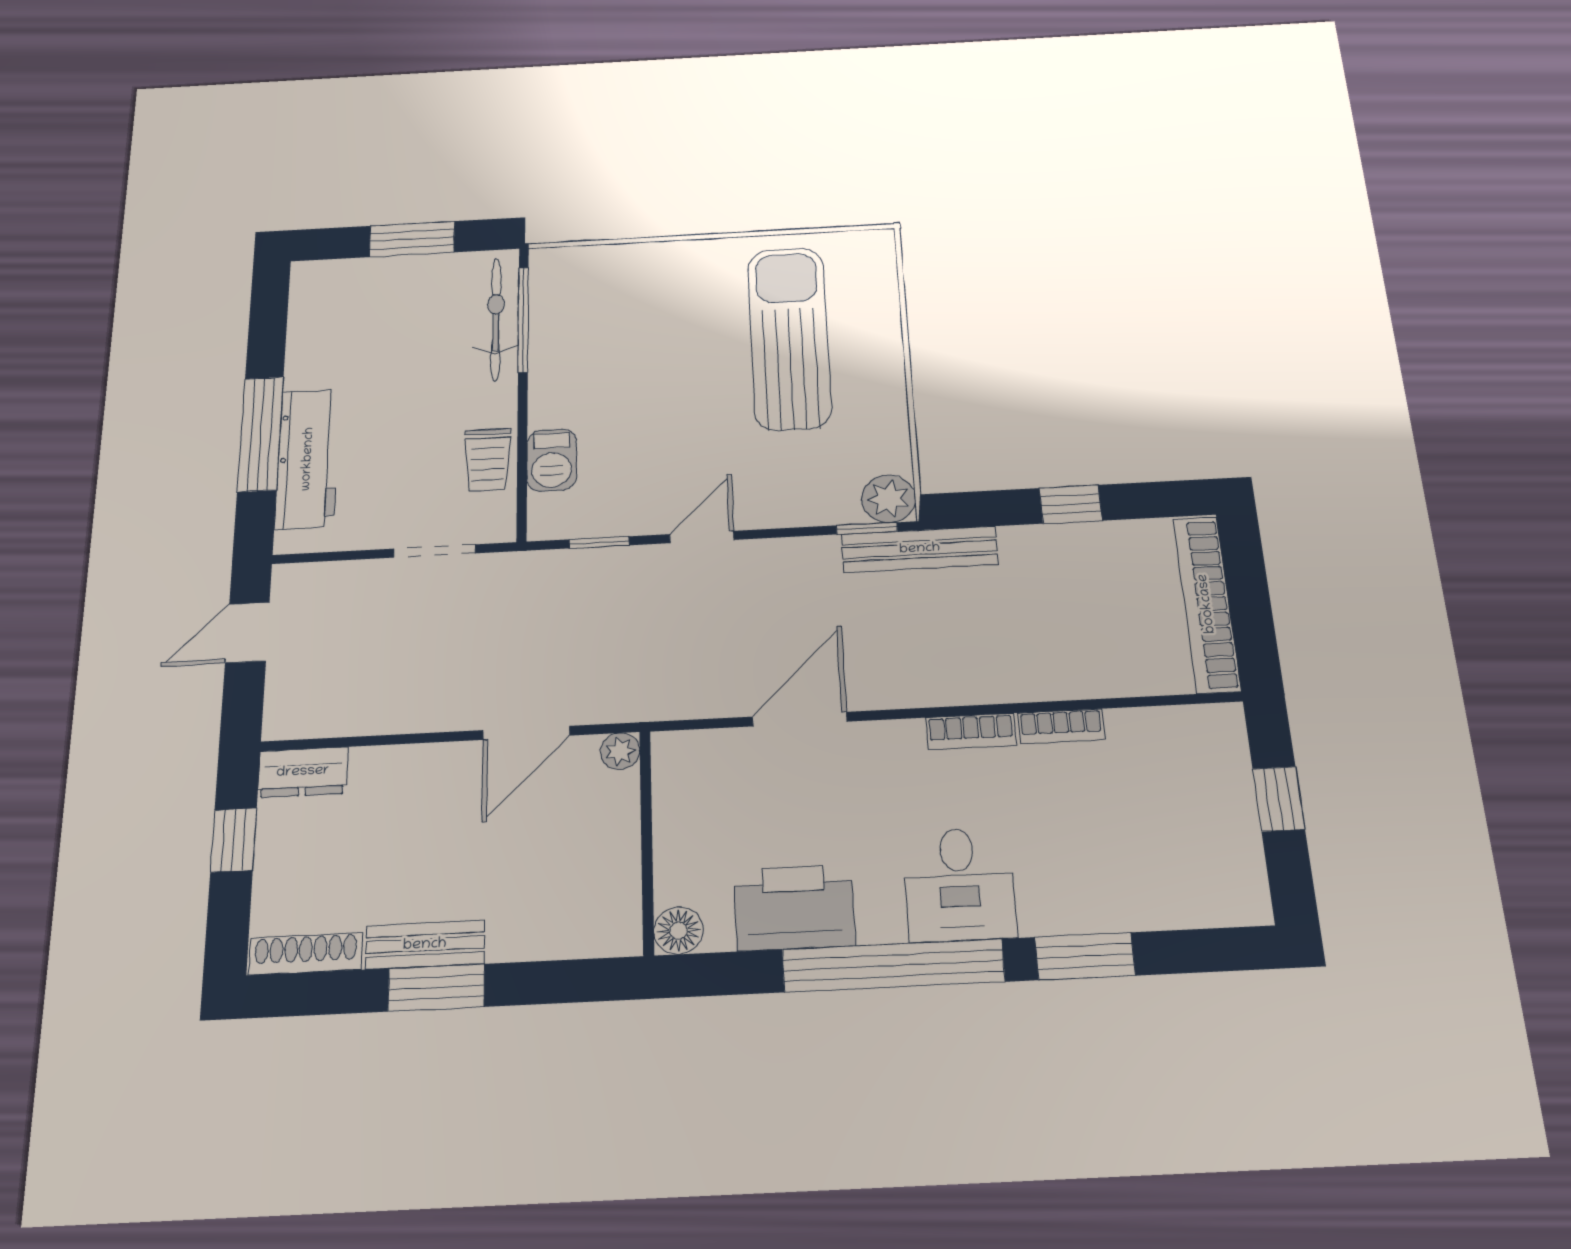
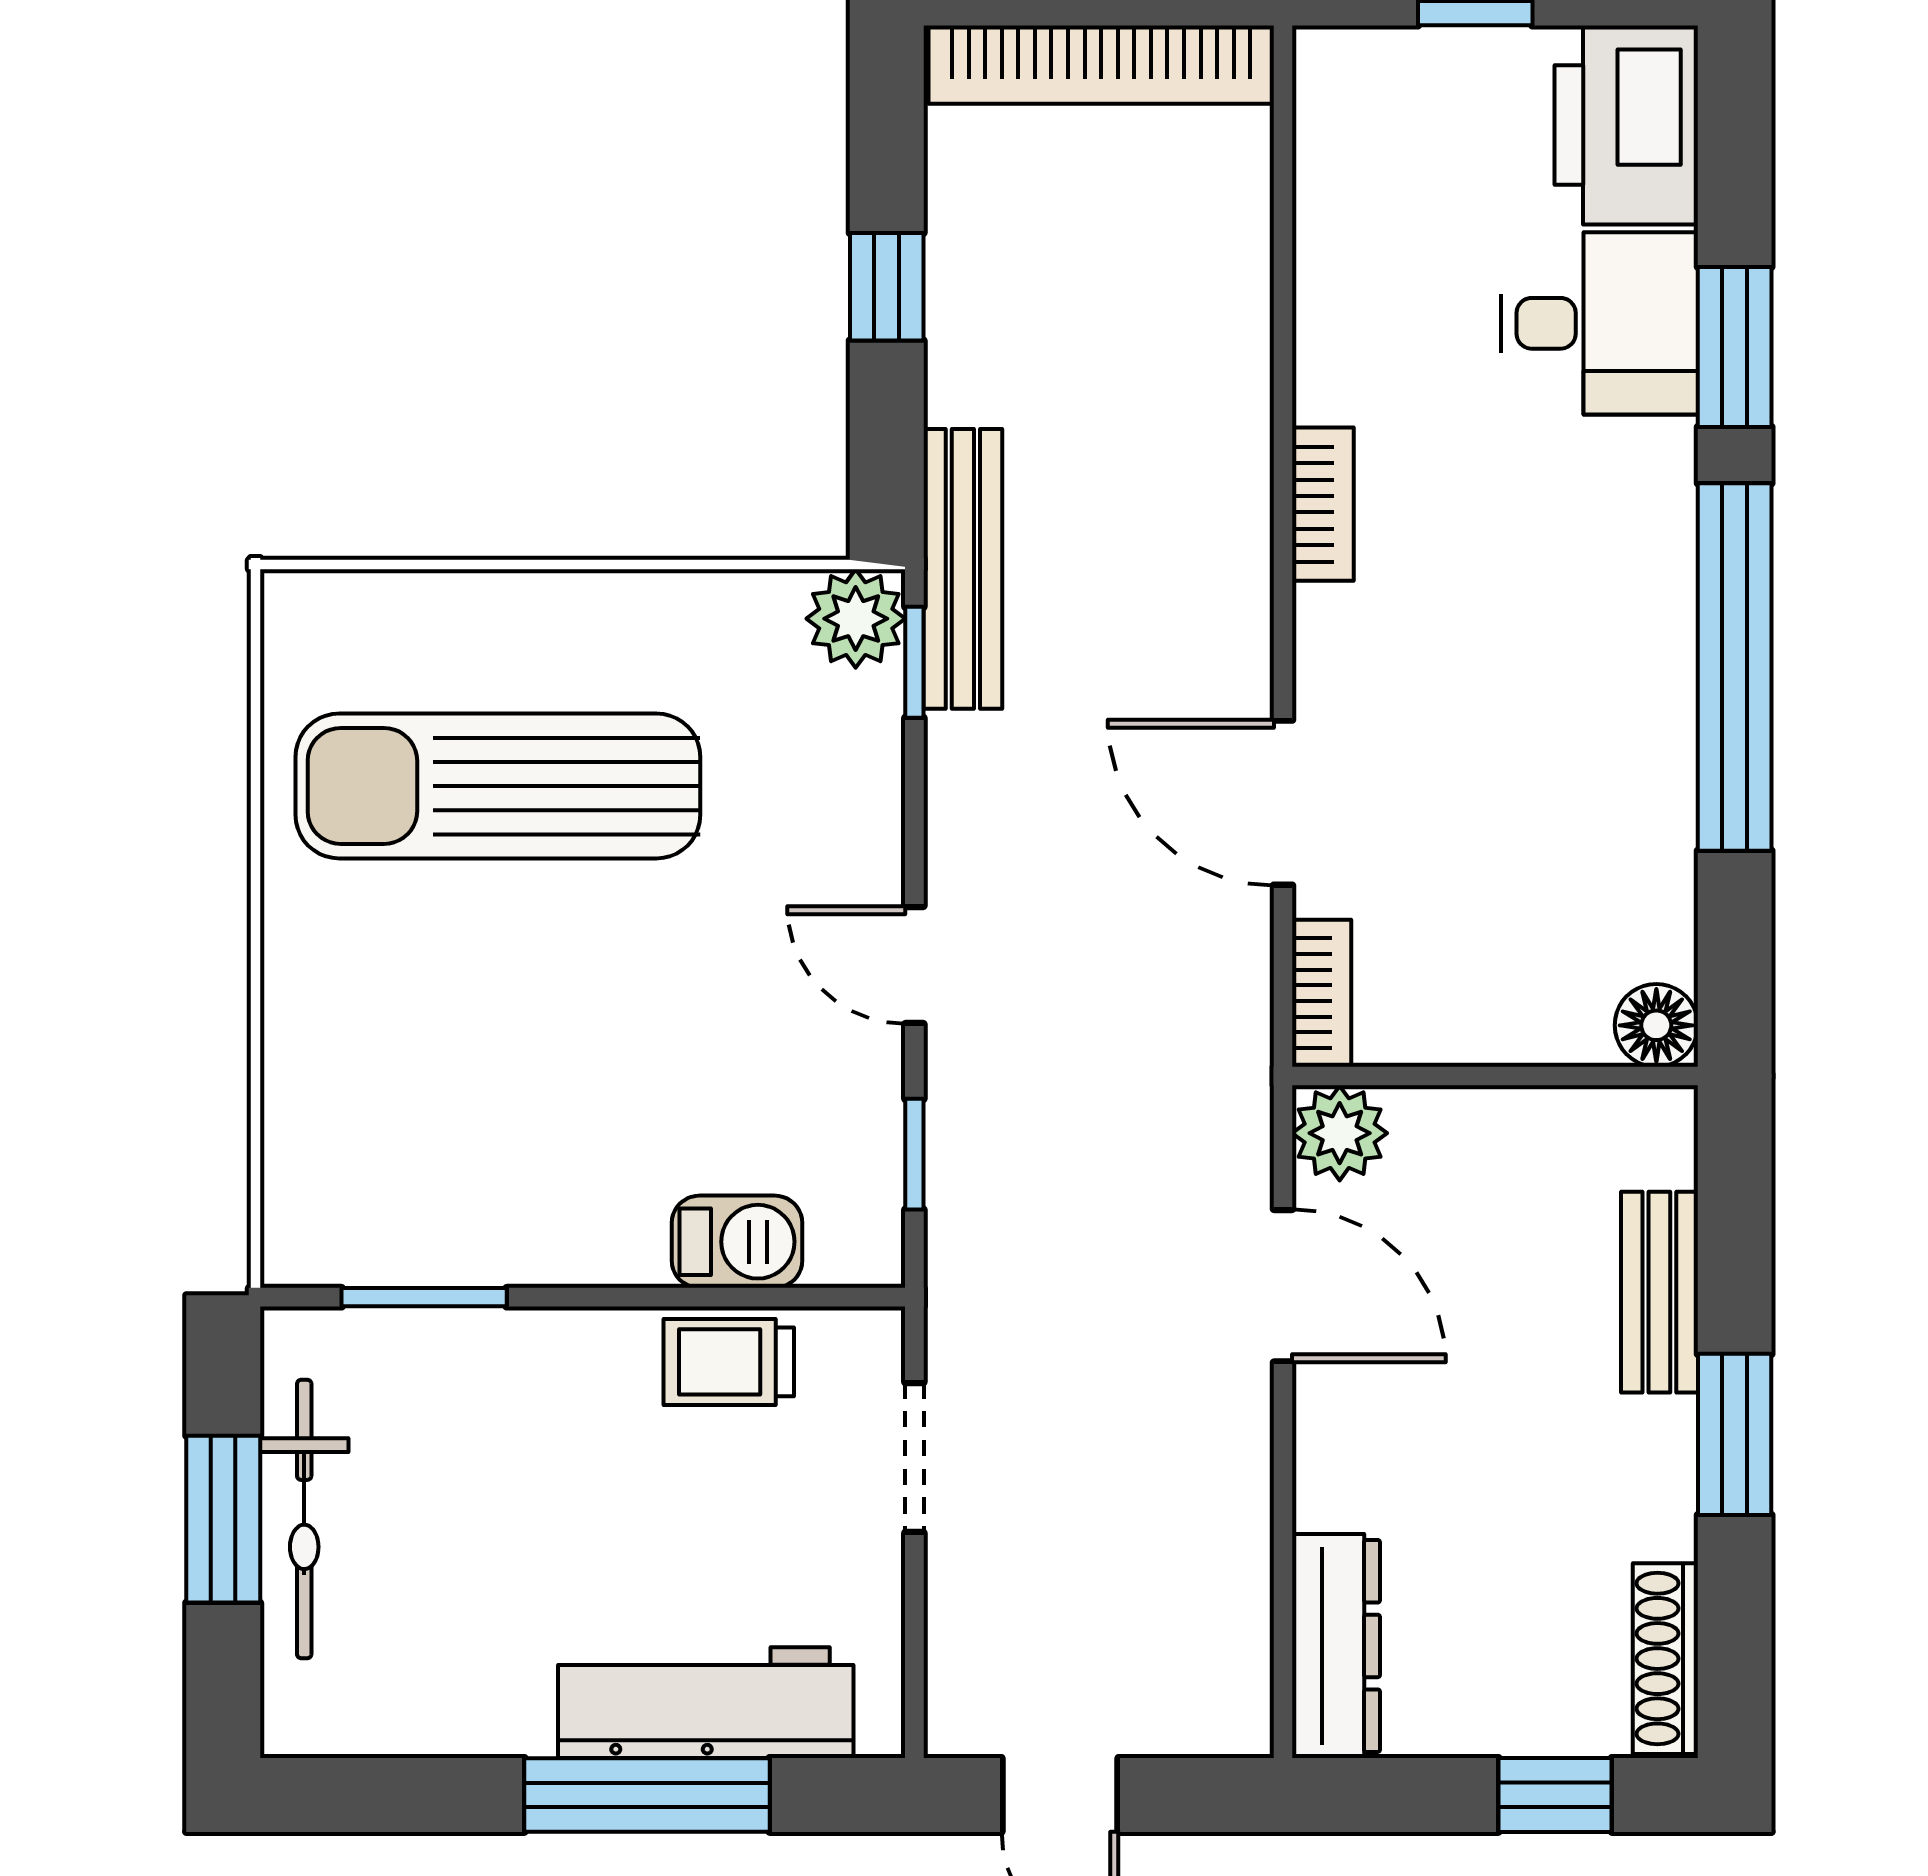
bicycle: (496, 319) -> (304, 1519), moved, turned -90
window: (523, 320) -> (424, 1297), width x0.69
trolley: (488, 460) -> (729, 1362), turned 180
bookcase: (1061, 726) -> (1322, 993), moved
plant: (620, 751) -> (1340, 1133), width x1.38, depth x1.38
dresser: (303, 772) -> (1336, 1646), width x1.44
window: (234, 840) -> (1555, 1795), moved
desk: (959, 884) -> (1599, 323), moved
printer: (794, 908) -> (1626, 125), moved
bench: (425, 945) -> (1659, 1292), moved

